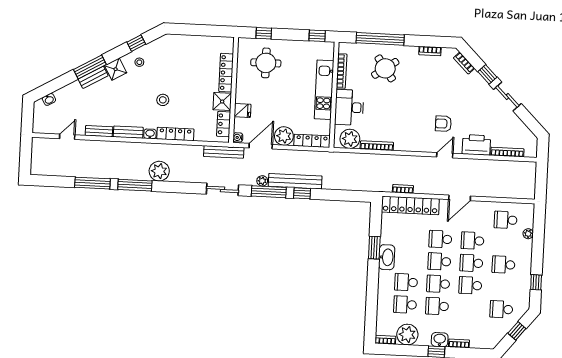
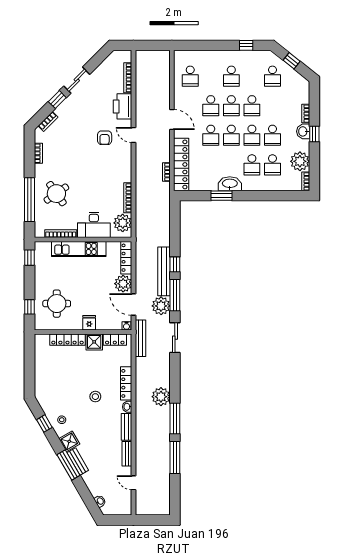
fridge: (243, 111) -> (89, 323), moved
plant: (262, 181) -> (161, 306), width x1.87, depth x1.87
plant: (528, 234) -> (202, 55), removed

